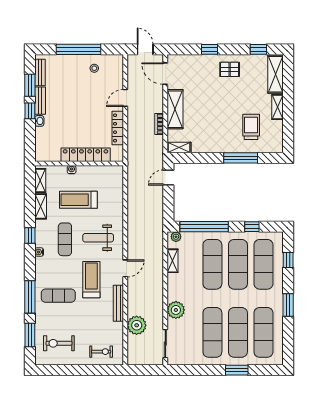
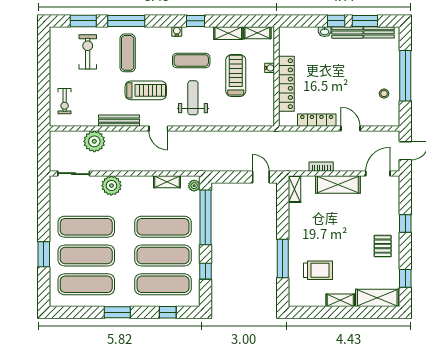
exercise bike: (59, 343) -> (88, 52), moved

